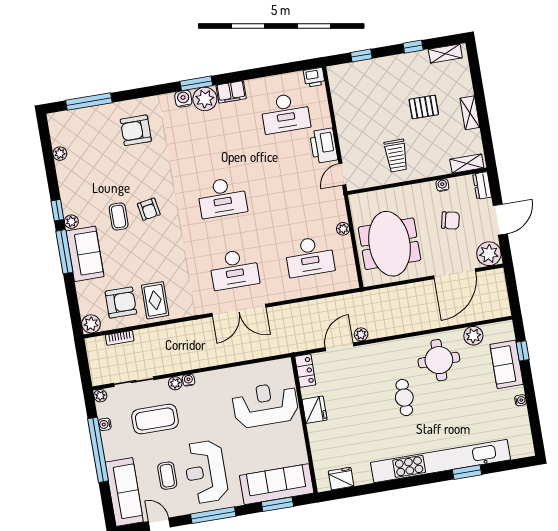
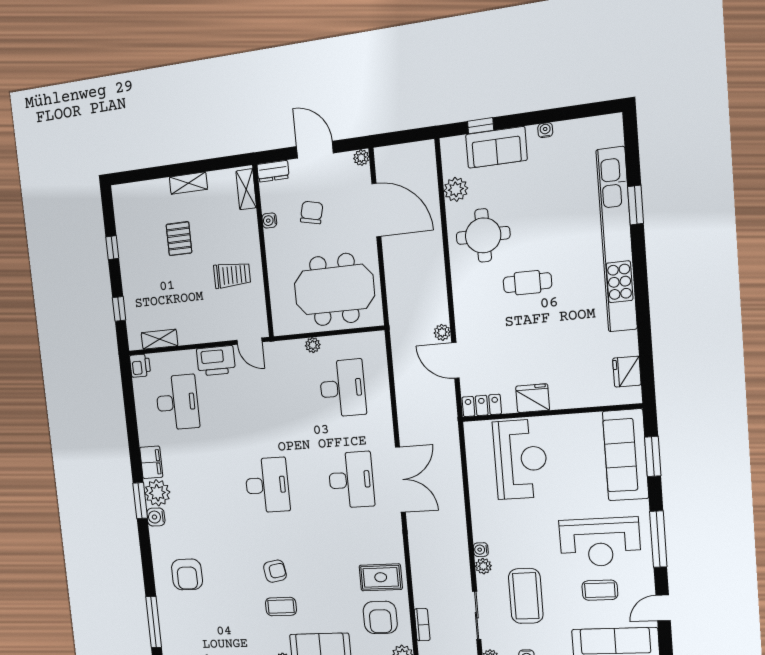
shelving: (445, 54) -> (159, 339), moved, turned 90
plant: (489, 254) -> (361, 158), width x0.53, depth x0.53
armchair: (121, 303) -> (380, 617), turned 180
reception desk: (265, 405) -> (520, 459), turned 180

